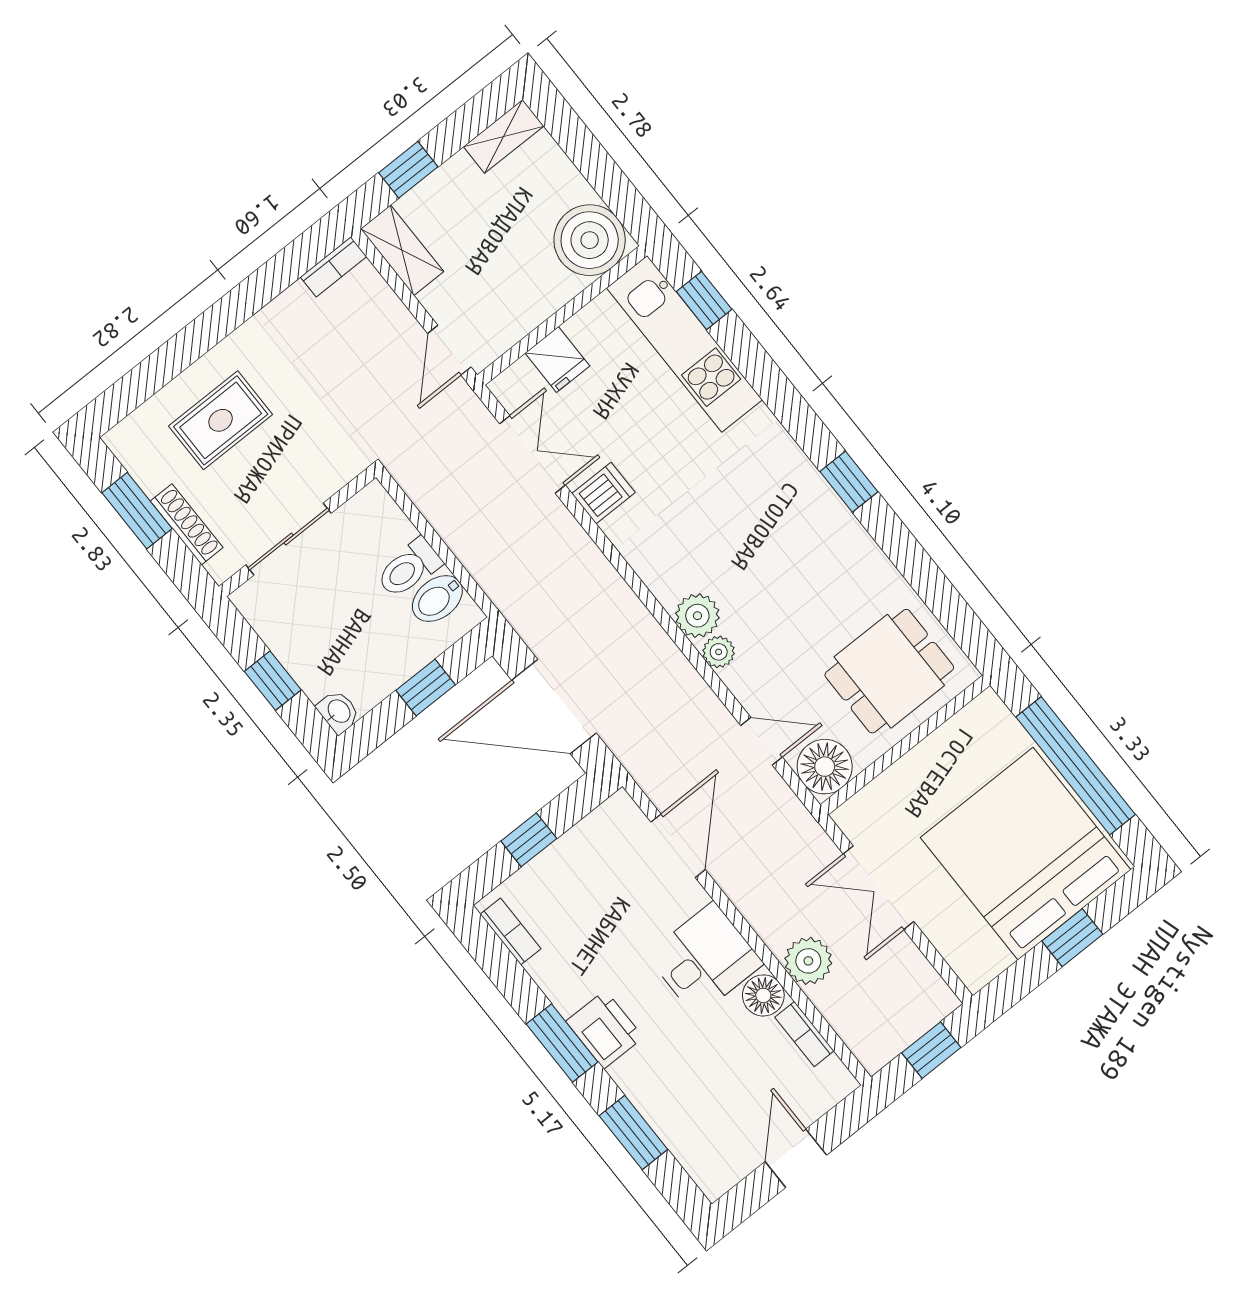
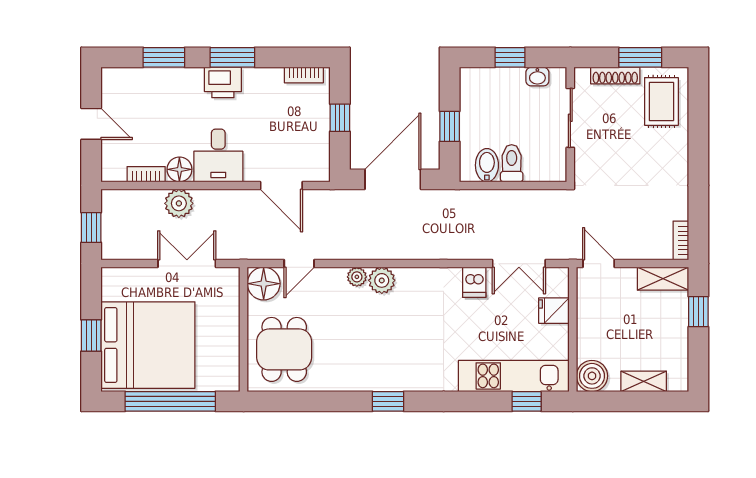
shelving: (504, 136) -> (644, 381), moved, turned 90
boiler: (590, 240) -> (592, 376), width x0.73, depth x0.73
rug: (221, 420) -> (661, 101), moved
washbasin: (338, 712) -> (537, 77), moved

